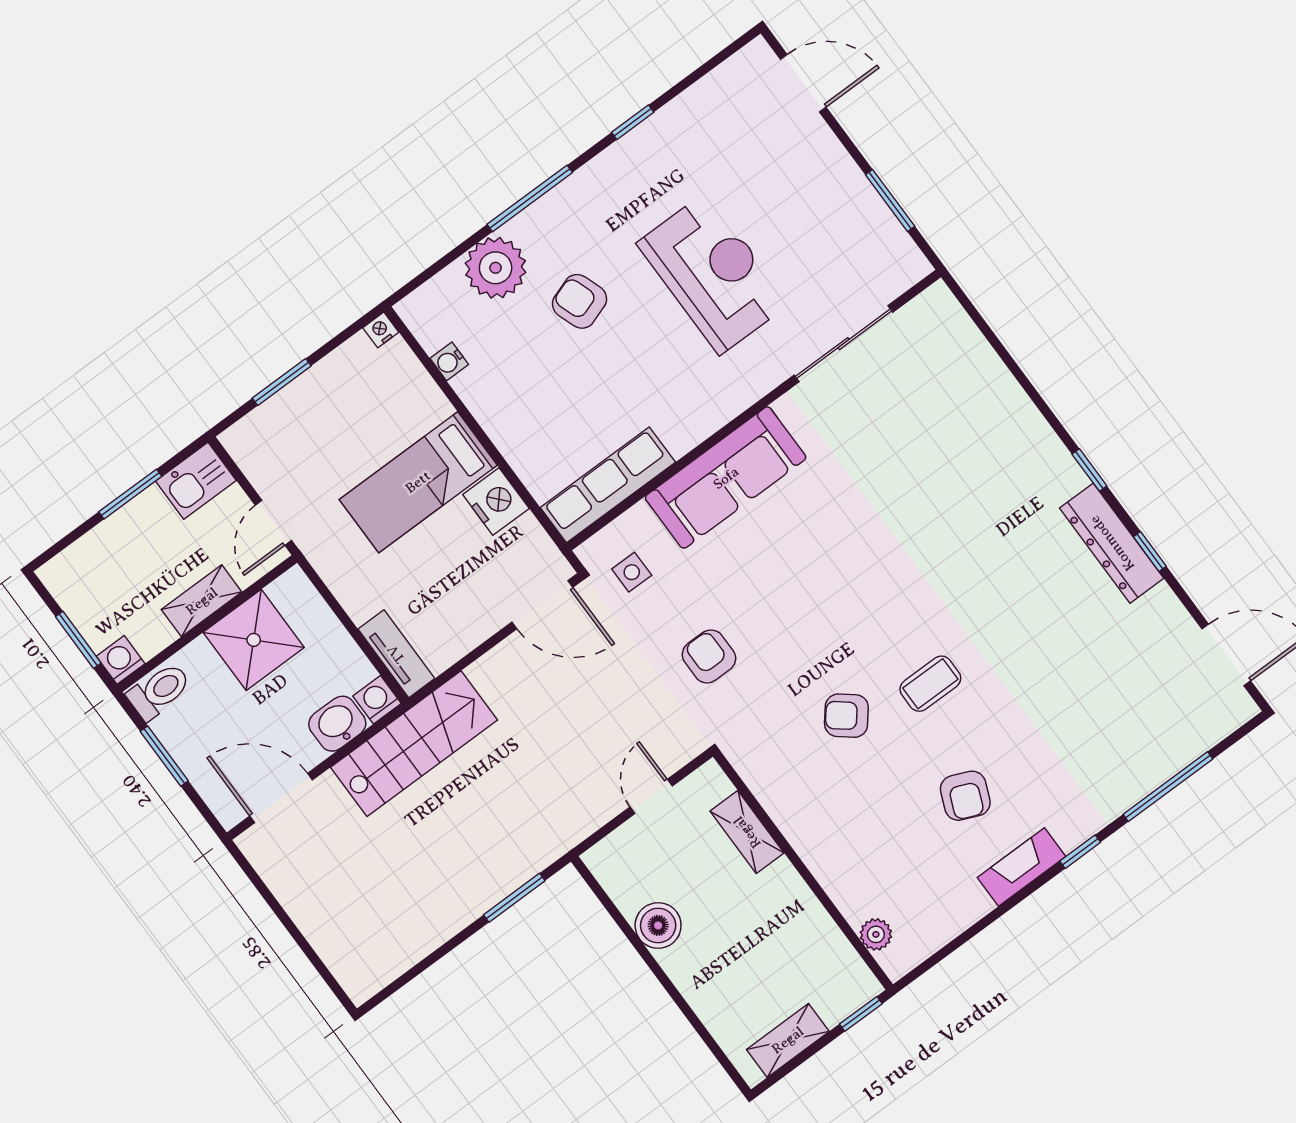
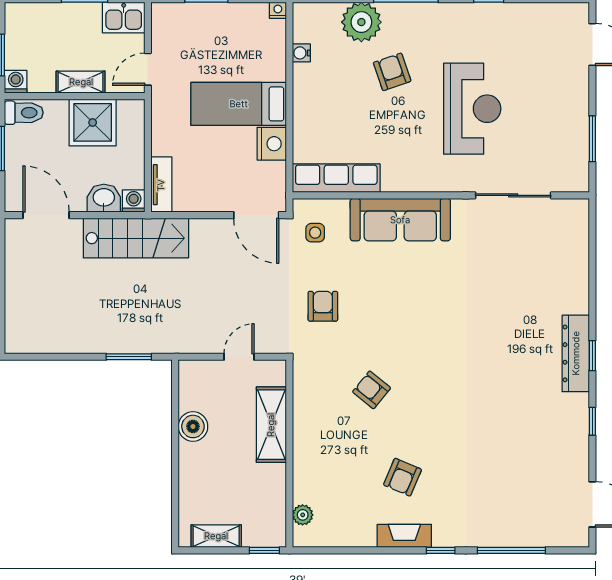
dresser: (1112, 543) -> (576, 353), moved
coffee table: (930, 684) -> (427, 406), removed
shelving: (747, 832) -> (271, 425), width x1.50, depth x1.33

